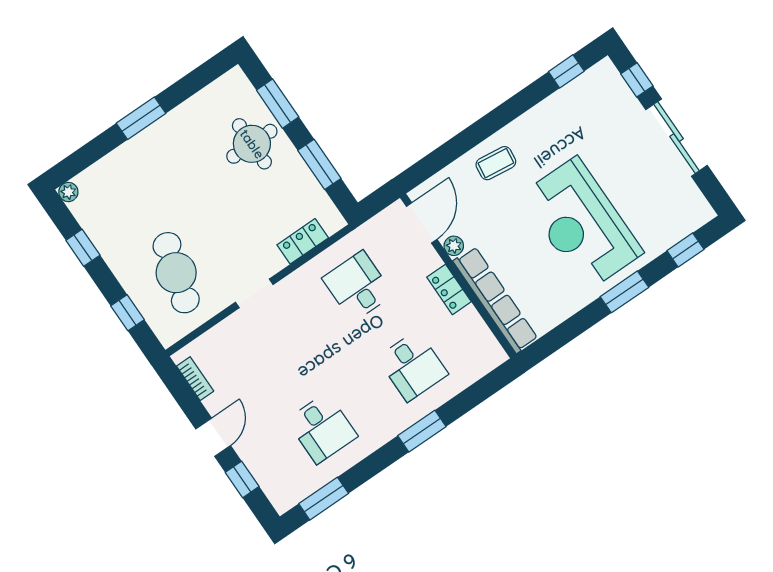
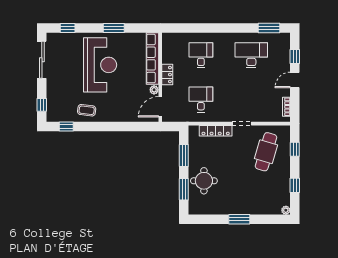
sliding door: (677, 138) -> (42, 60), moved
coffee table: (496, 163) -> (87, 110), moved
locker: (303, 241) -> (216, 131), width x1.53
desk: (358, 286) -> (201, 99), turned 180
window: (624, 292) -> (114, 28), moved
desk: (322, 428) -> (251, 55), width x1.37
window: (422, 431) -> (214, 28), removed

